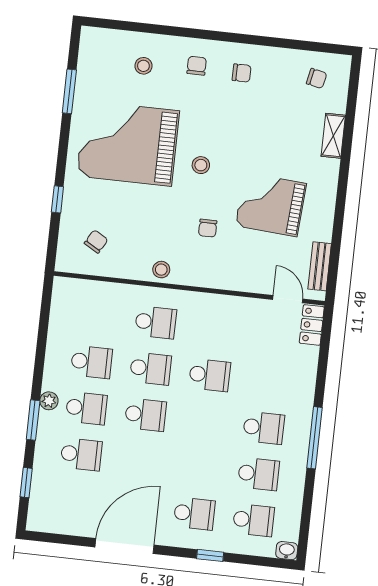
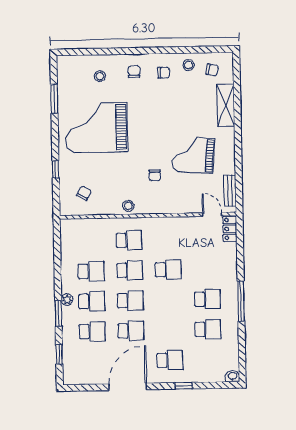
shelving: (333, 136) -> (226, 105), width x1.50, depth x1.33
stool: (201, 165) -> (188, 65), moved
school desk: (253, 520) -> (131, 331), moved

